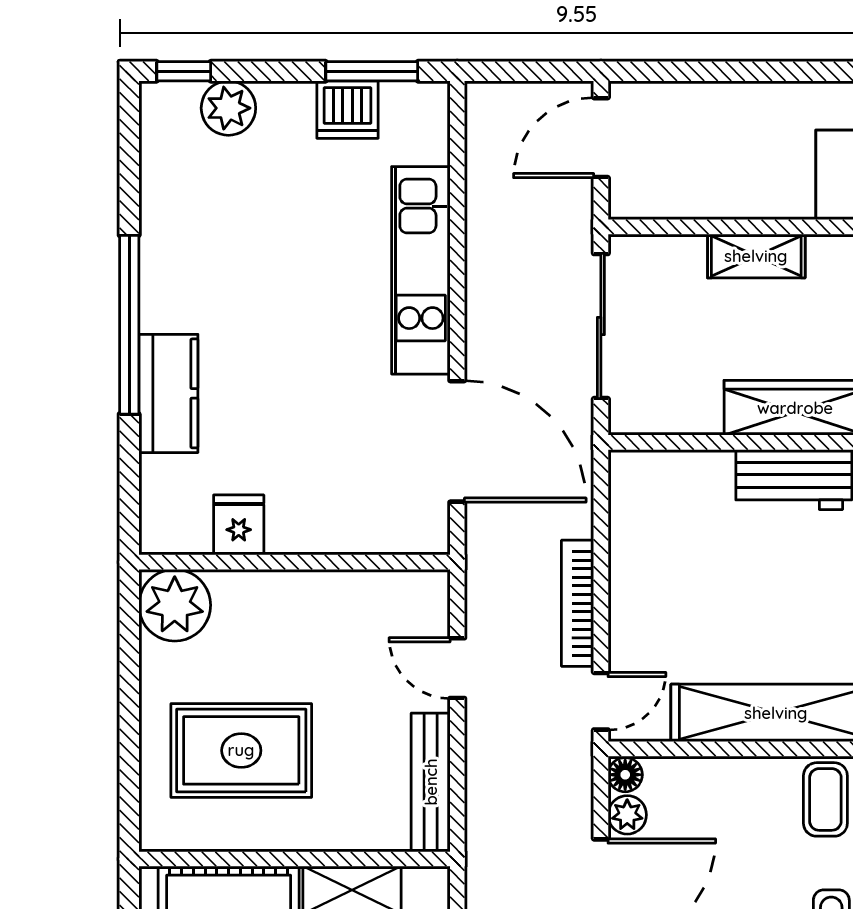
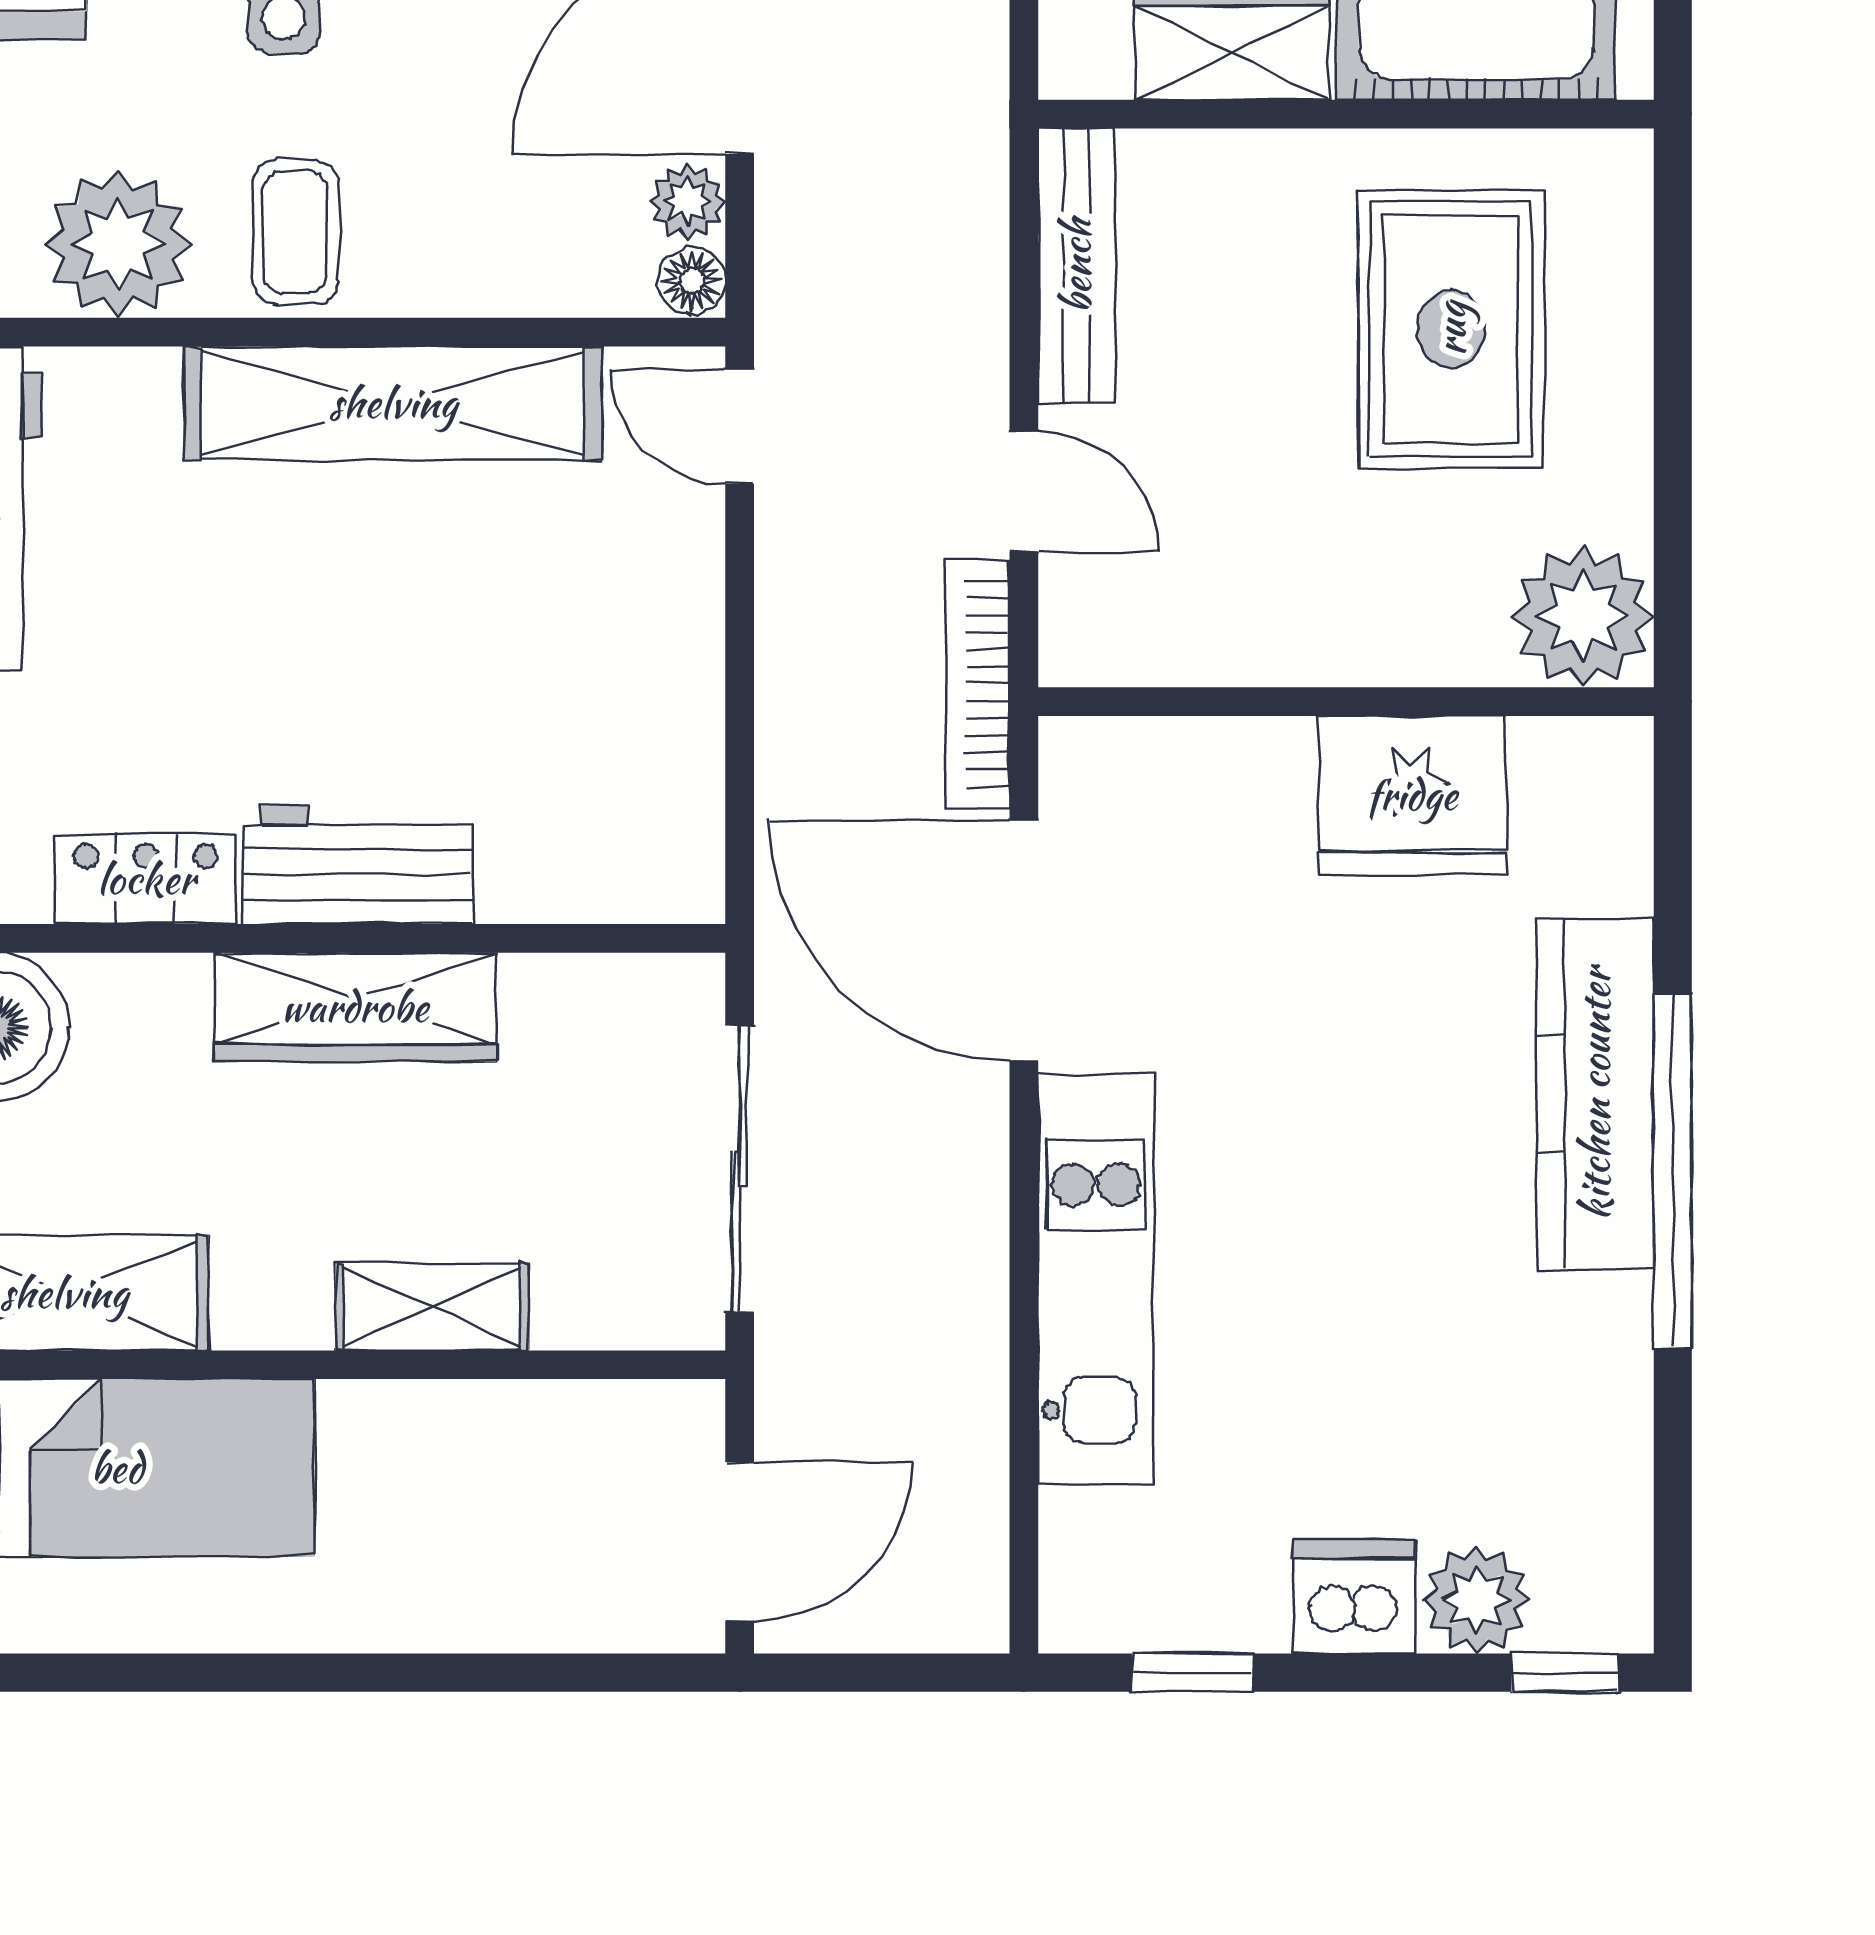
window: (372, 71) -> (1193, 1673), width x0.67
dishwasher: (348, 110) -> (1354, 1597), moved
kitchen counter: (168, 393) -> (1595, 1094), width x1.50
fridge: (239, 525) -> (1412, 795), width x1.88, depth x1.34
bookcase: (578, 603) -> (978, 684), moved, turned 180
door: (601, 701) -> (740, 426), hinge flipped
rug: (241, 750) -> (1451, 329), turned 90

